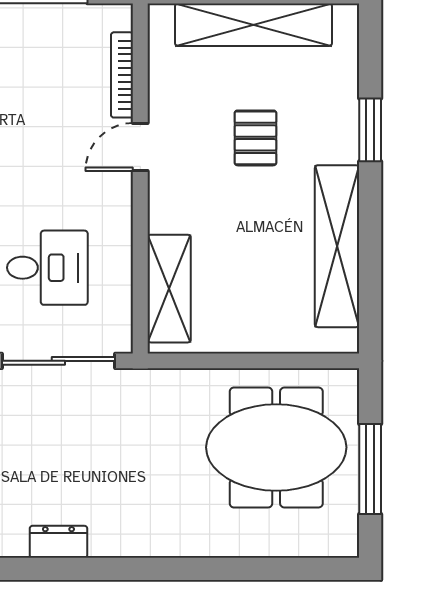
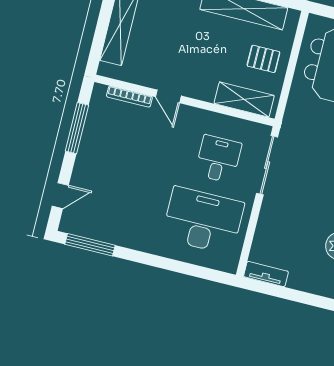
pallet: (255, 138) -> (263, 59), moved

